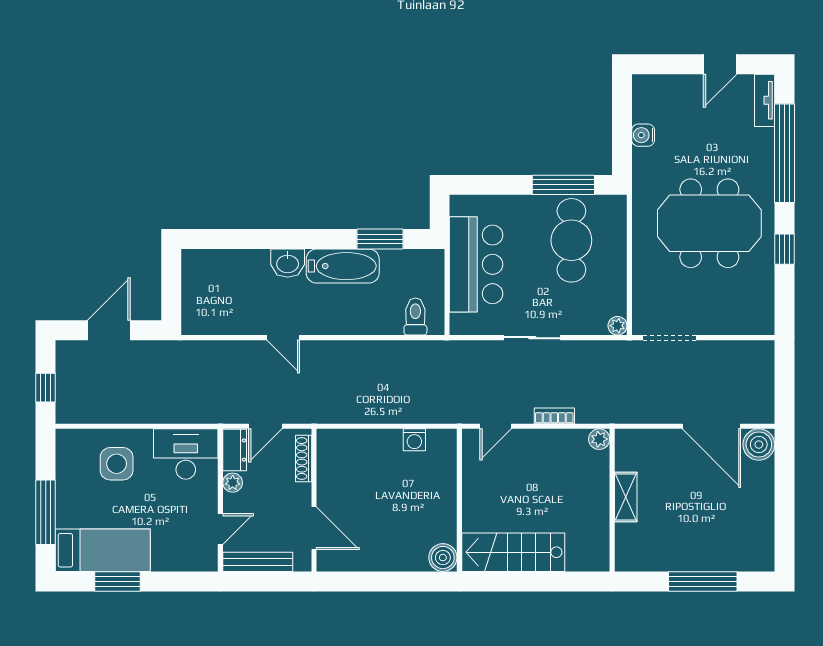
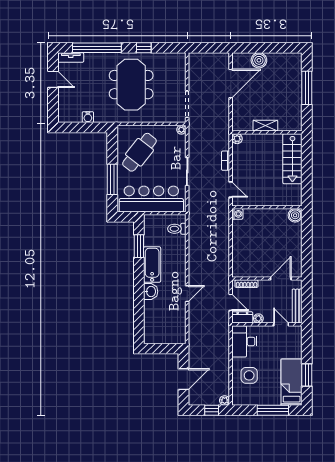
window: (563, 185) -> (112, 179), moved
cafe table: (571, 240) -> (139, 152), turned -52
bar counter: (476, 264) -> (151, 199), width x1.36
door: (109, 330) -> (184, 379), swing flipped
plant: (65, 414) -> (225, 400), added
washing machine: (414, 440) -> (237, 214), moved
boiler: (759, 445) -> (259, 60), moved
stairs: (513, 552) -> (292, 159), moved

